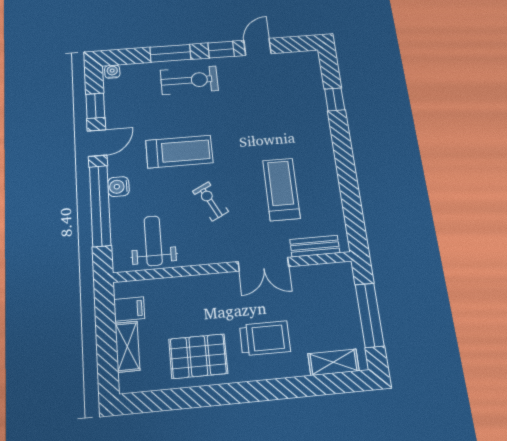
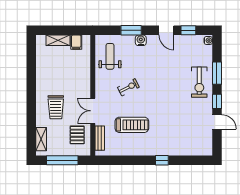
window: (335, 99) -> (162, 160), moved
treadmill: (179, 152) -> (158, 73), removed
window: (100, 206) -> (131, 30), width x0.47
weight bench: (153, 241) -> (110, 56), turned -90
pallet: (198, 356) -> (77, 135), moved, width x0.67, depth x0.71

